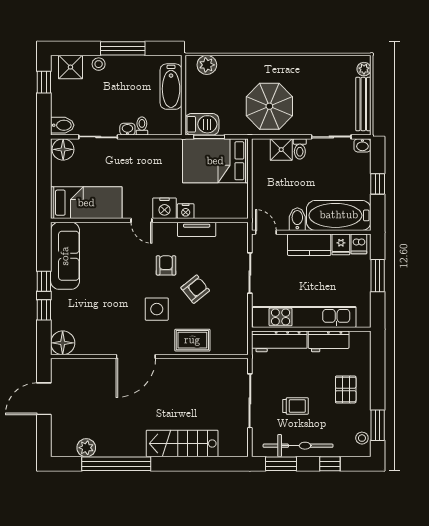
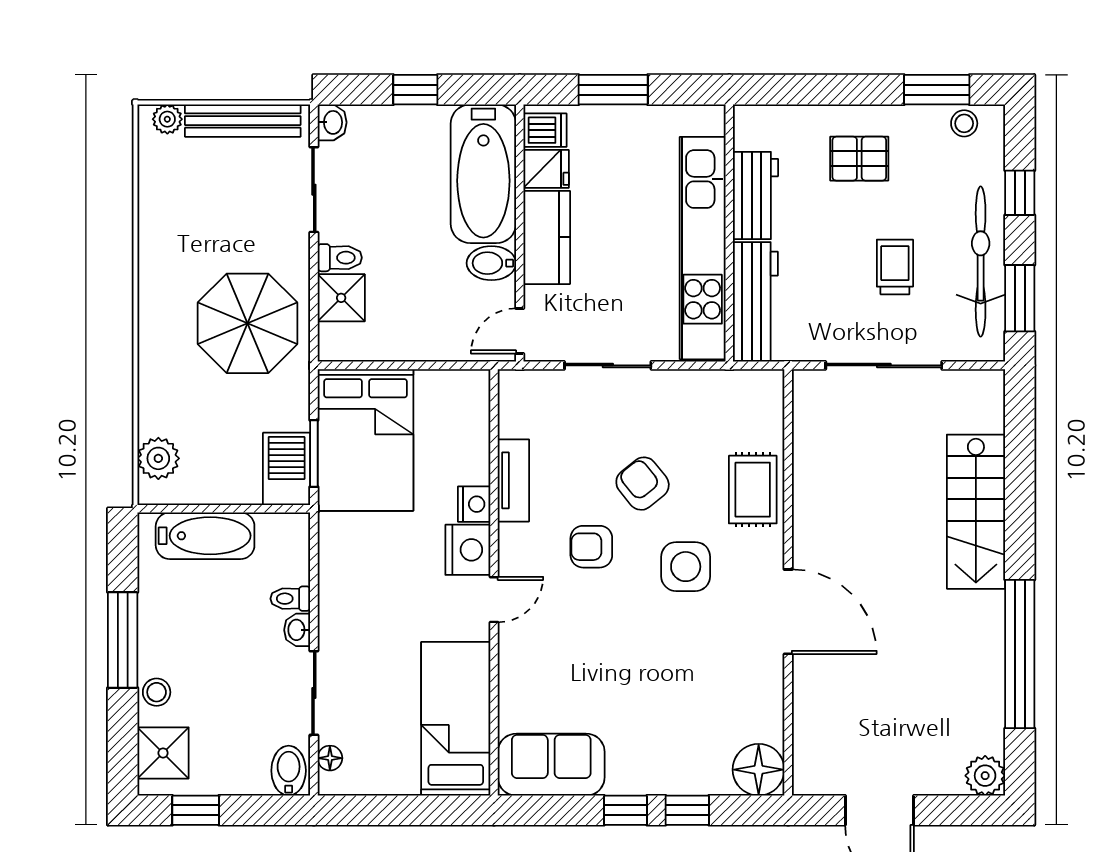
floor lamp: (63, 149) -> (330, 758), width x0.53, depth x0.53
sofa: (65, 256) -> (551, 765), width x0.73
plant: (86, 448) -> (985, 776), moved

